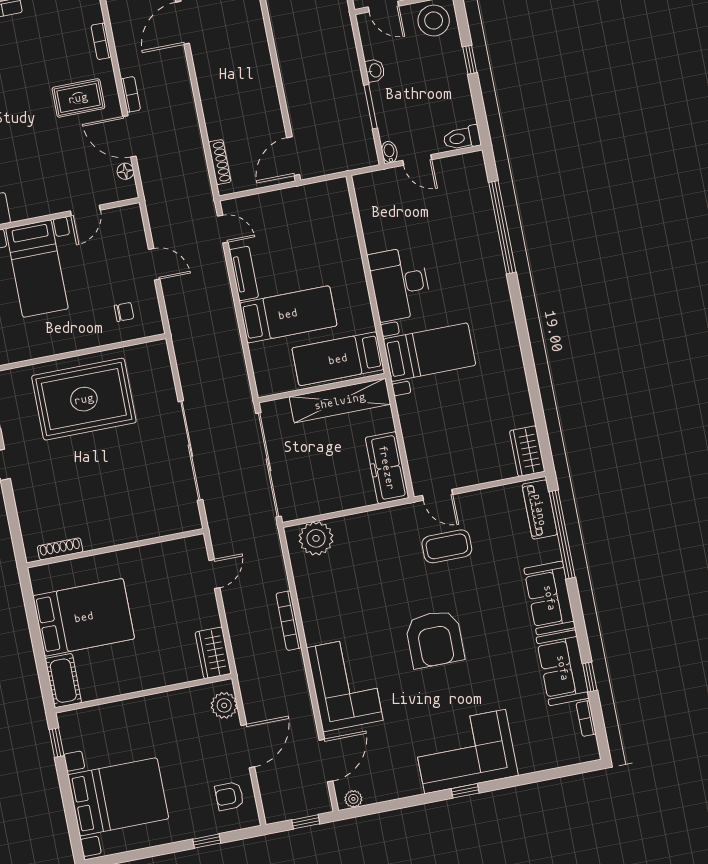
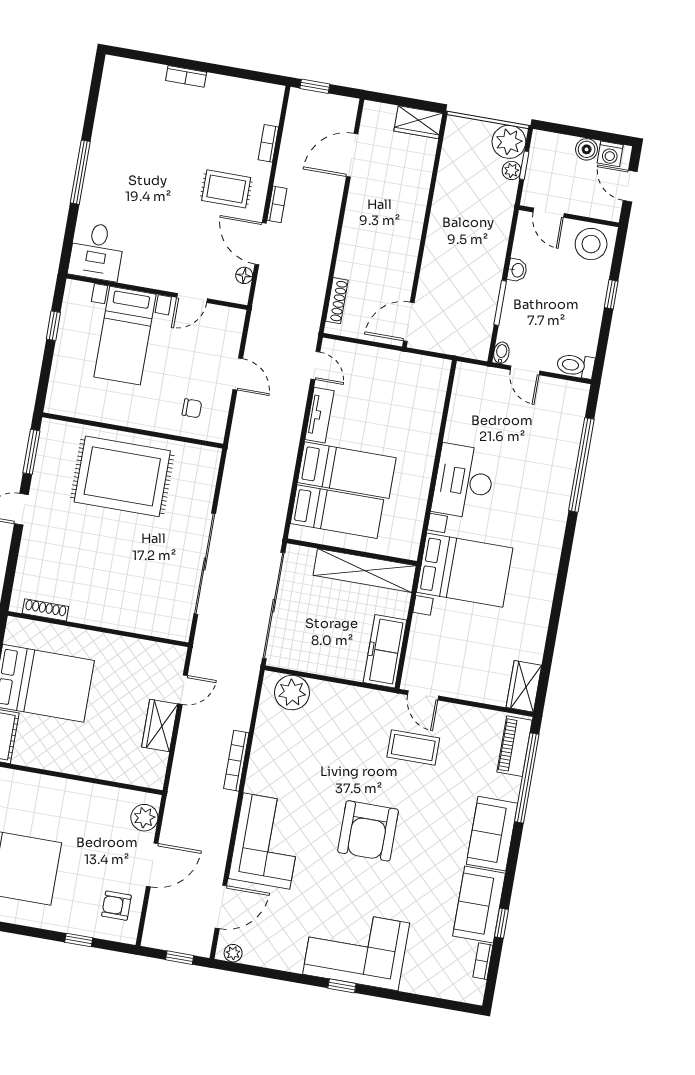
bed with nightstands: (429, 352) -> (465, 570), width x1.36
bed: (338, 359) -> (337, 512), moved, turned 180
wardrobe: (213, 653) -> (160, 726), moved

